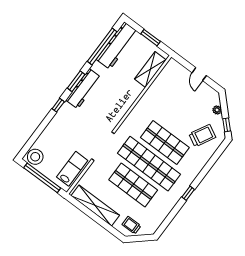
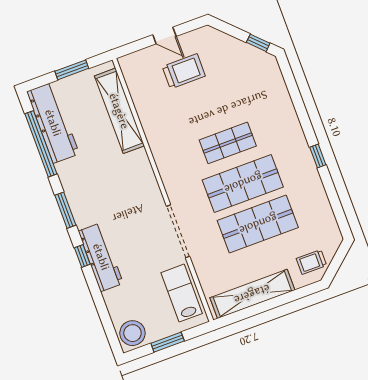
shelving: (150, 69) -> (119, 111), width x1.47
workbench: (83, 89) -> (101, 257), moved
plant: (217, 110) -> (229, 43), removed
trolley: (202, 136) -> (184, 71), moved, turned 62
shop shelf: (165, 142) -> (228, 143), width x0.70, depth x0.74
shop shelf: (149, 164) -> (243, 183), width x0.71
window: (42, 178) -> (168, 342), width x0.47

